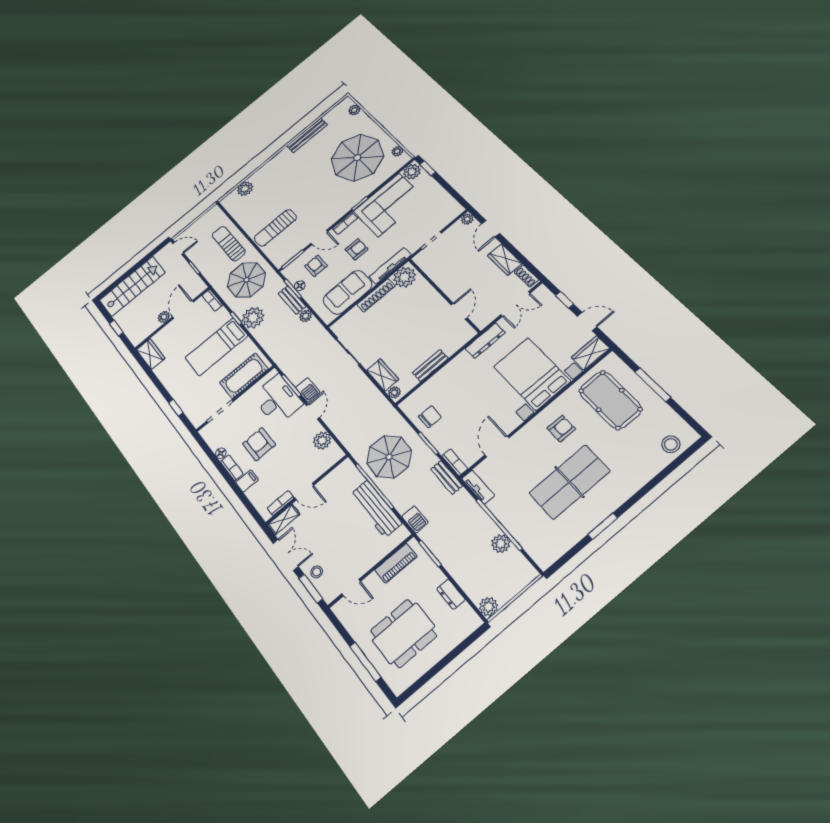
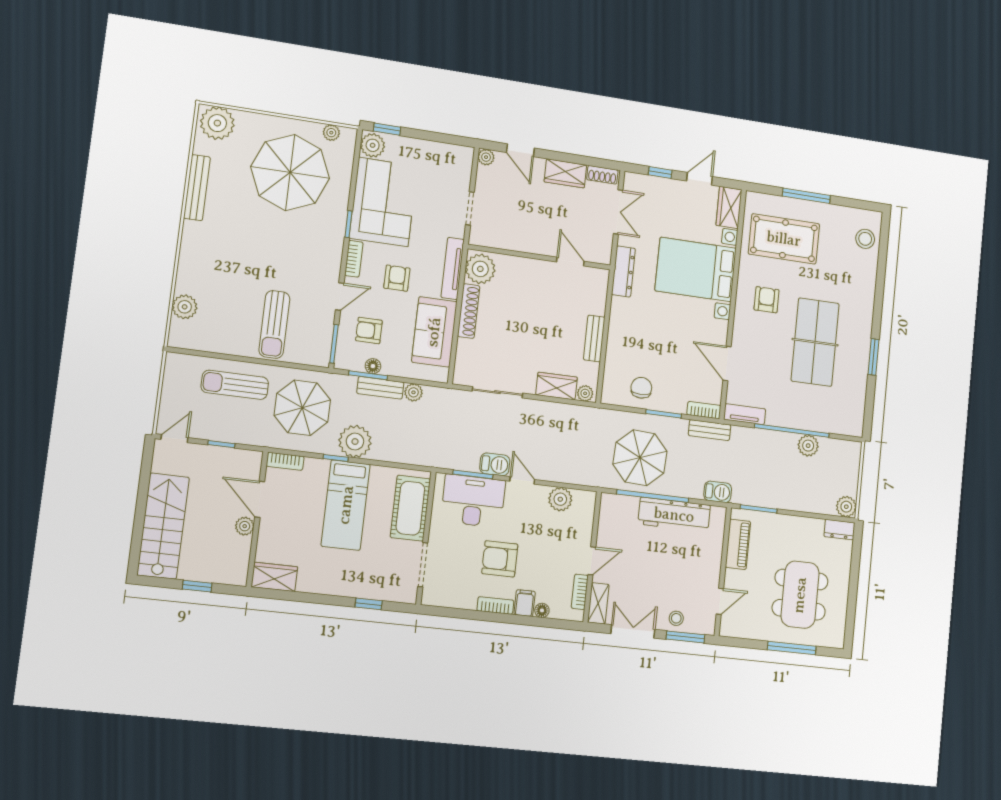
plant: (354, 110) -> (217, 123), width x1.87, depth x1.87
floor lamp: (221, 453) -> (542, 610), moved
dresser: (451, 594) -> (839, 530), moved

